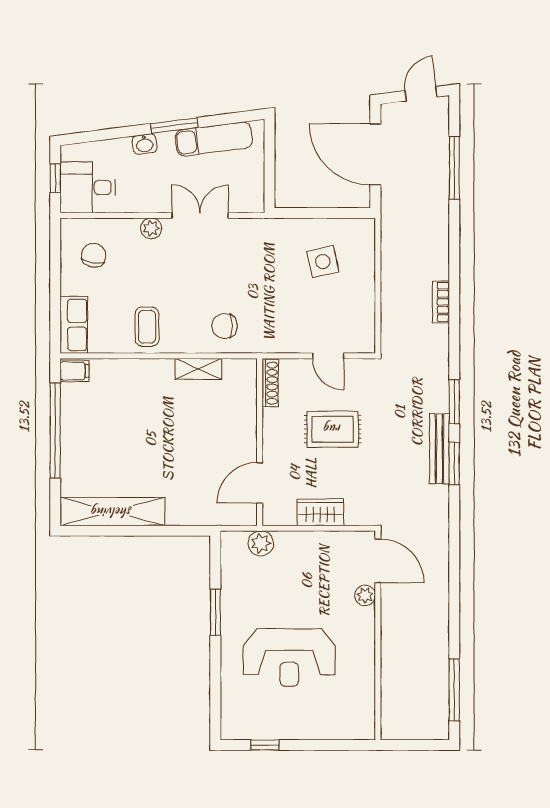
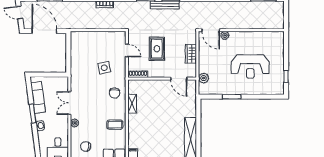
door: (375, 154) -> (44, 31), swing flipped
side table: (323, 262) -> (104, 68), moved
door: (328, 356) -> (127, 51), hinge flipped
door: (378, 561) -> (211, 30), swing flipped
reception desk: (289, 658) -> (250, 66), turned 90

